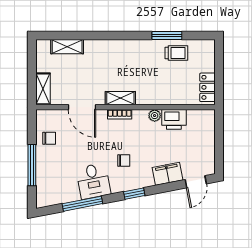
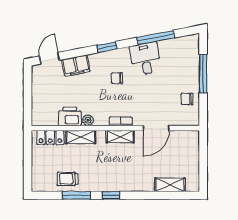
window: (130, 35) -> (111, 195), added
locker: (207, 87) -> (50, 137), moved, turned 90
shelving: (43, 89) -> (81, 137), moved, turned 90
door: (82, 107) -> (156, 128), swing flipped

